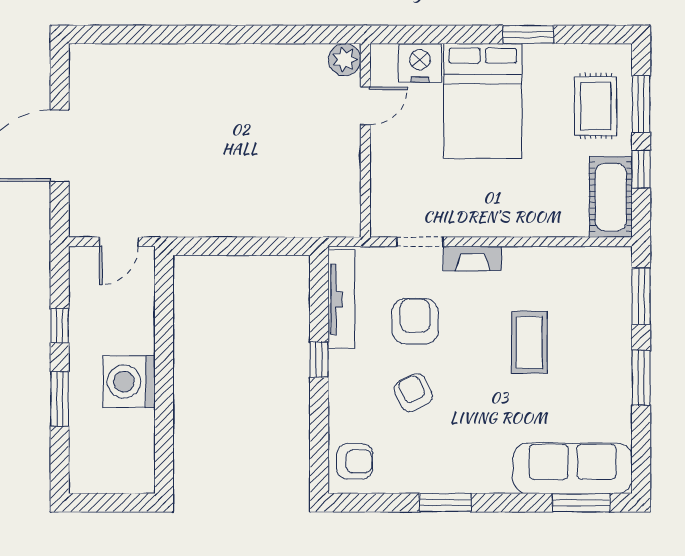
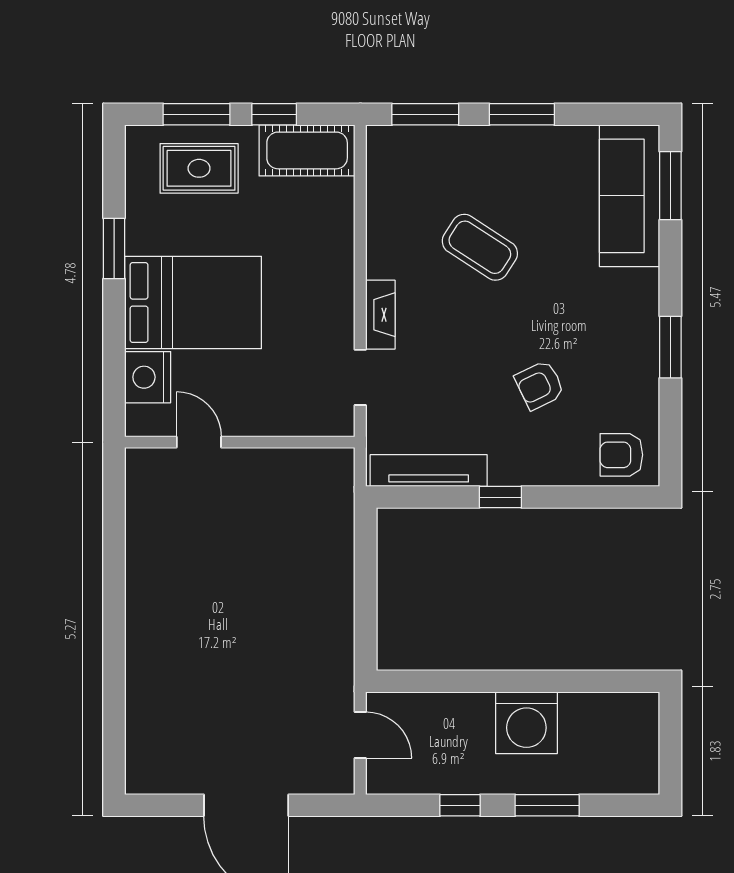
plant: (345, 60) -> (144, 467), removed
armchair: (415, 321) -> (455, 383), removed
coffee table: (529, 342) -> (480, 247), turned 33
armchair: (355, 461) -> (621, 455), turned -90

